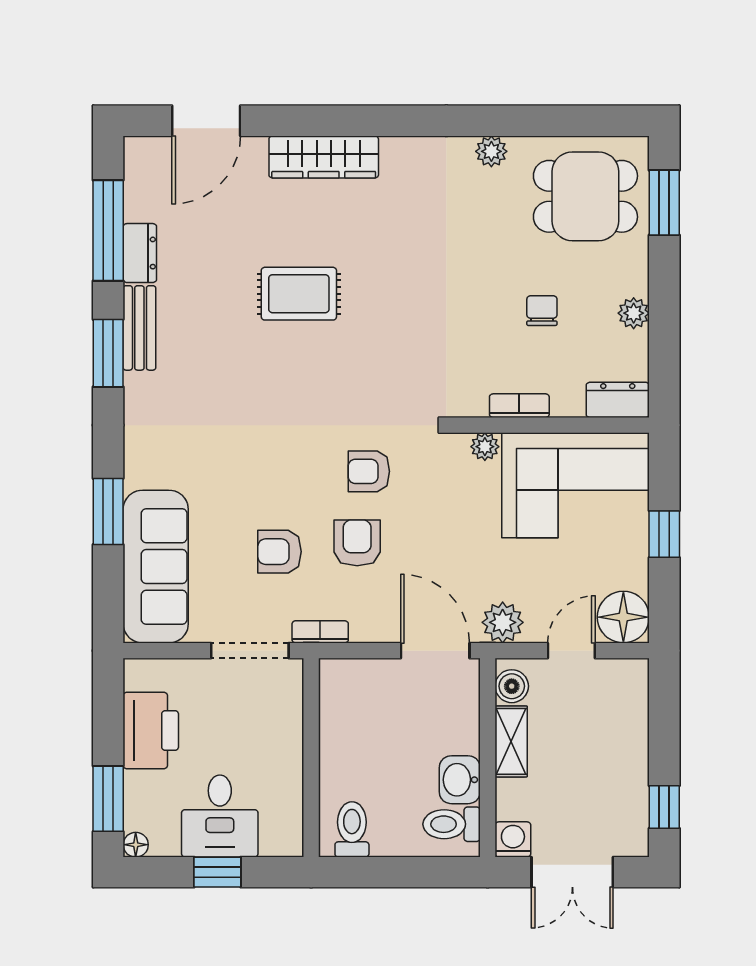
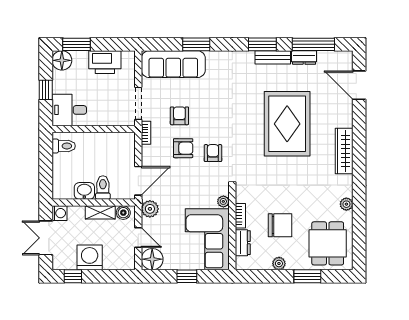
wardrobe: (324, 157) -> (344, 151), moved
window: (664, 203) -> (307, 276), moved
rug: (299, 294) -> (287, 124), width x1.86, depth x2.06
chair: (542, 311) -> (280, 225), width x1.87, depth x1.87
dresser: (618, 400) -> (243, 243), moved
washing machine: (619, 767) -> (90, 257), added
desk: (220, 816) -> (69, 110), moved
toilet: (452, 824) -> (103, 188), moved
floor lamp: (136, 845) -> (62, 60), width x1.89, depth x1.89

